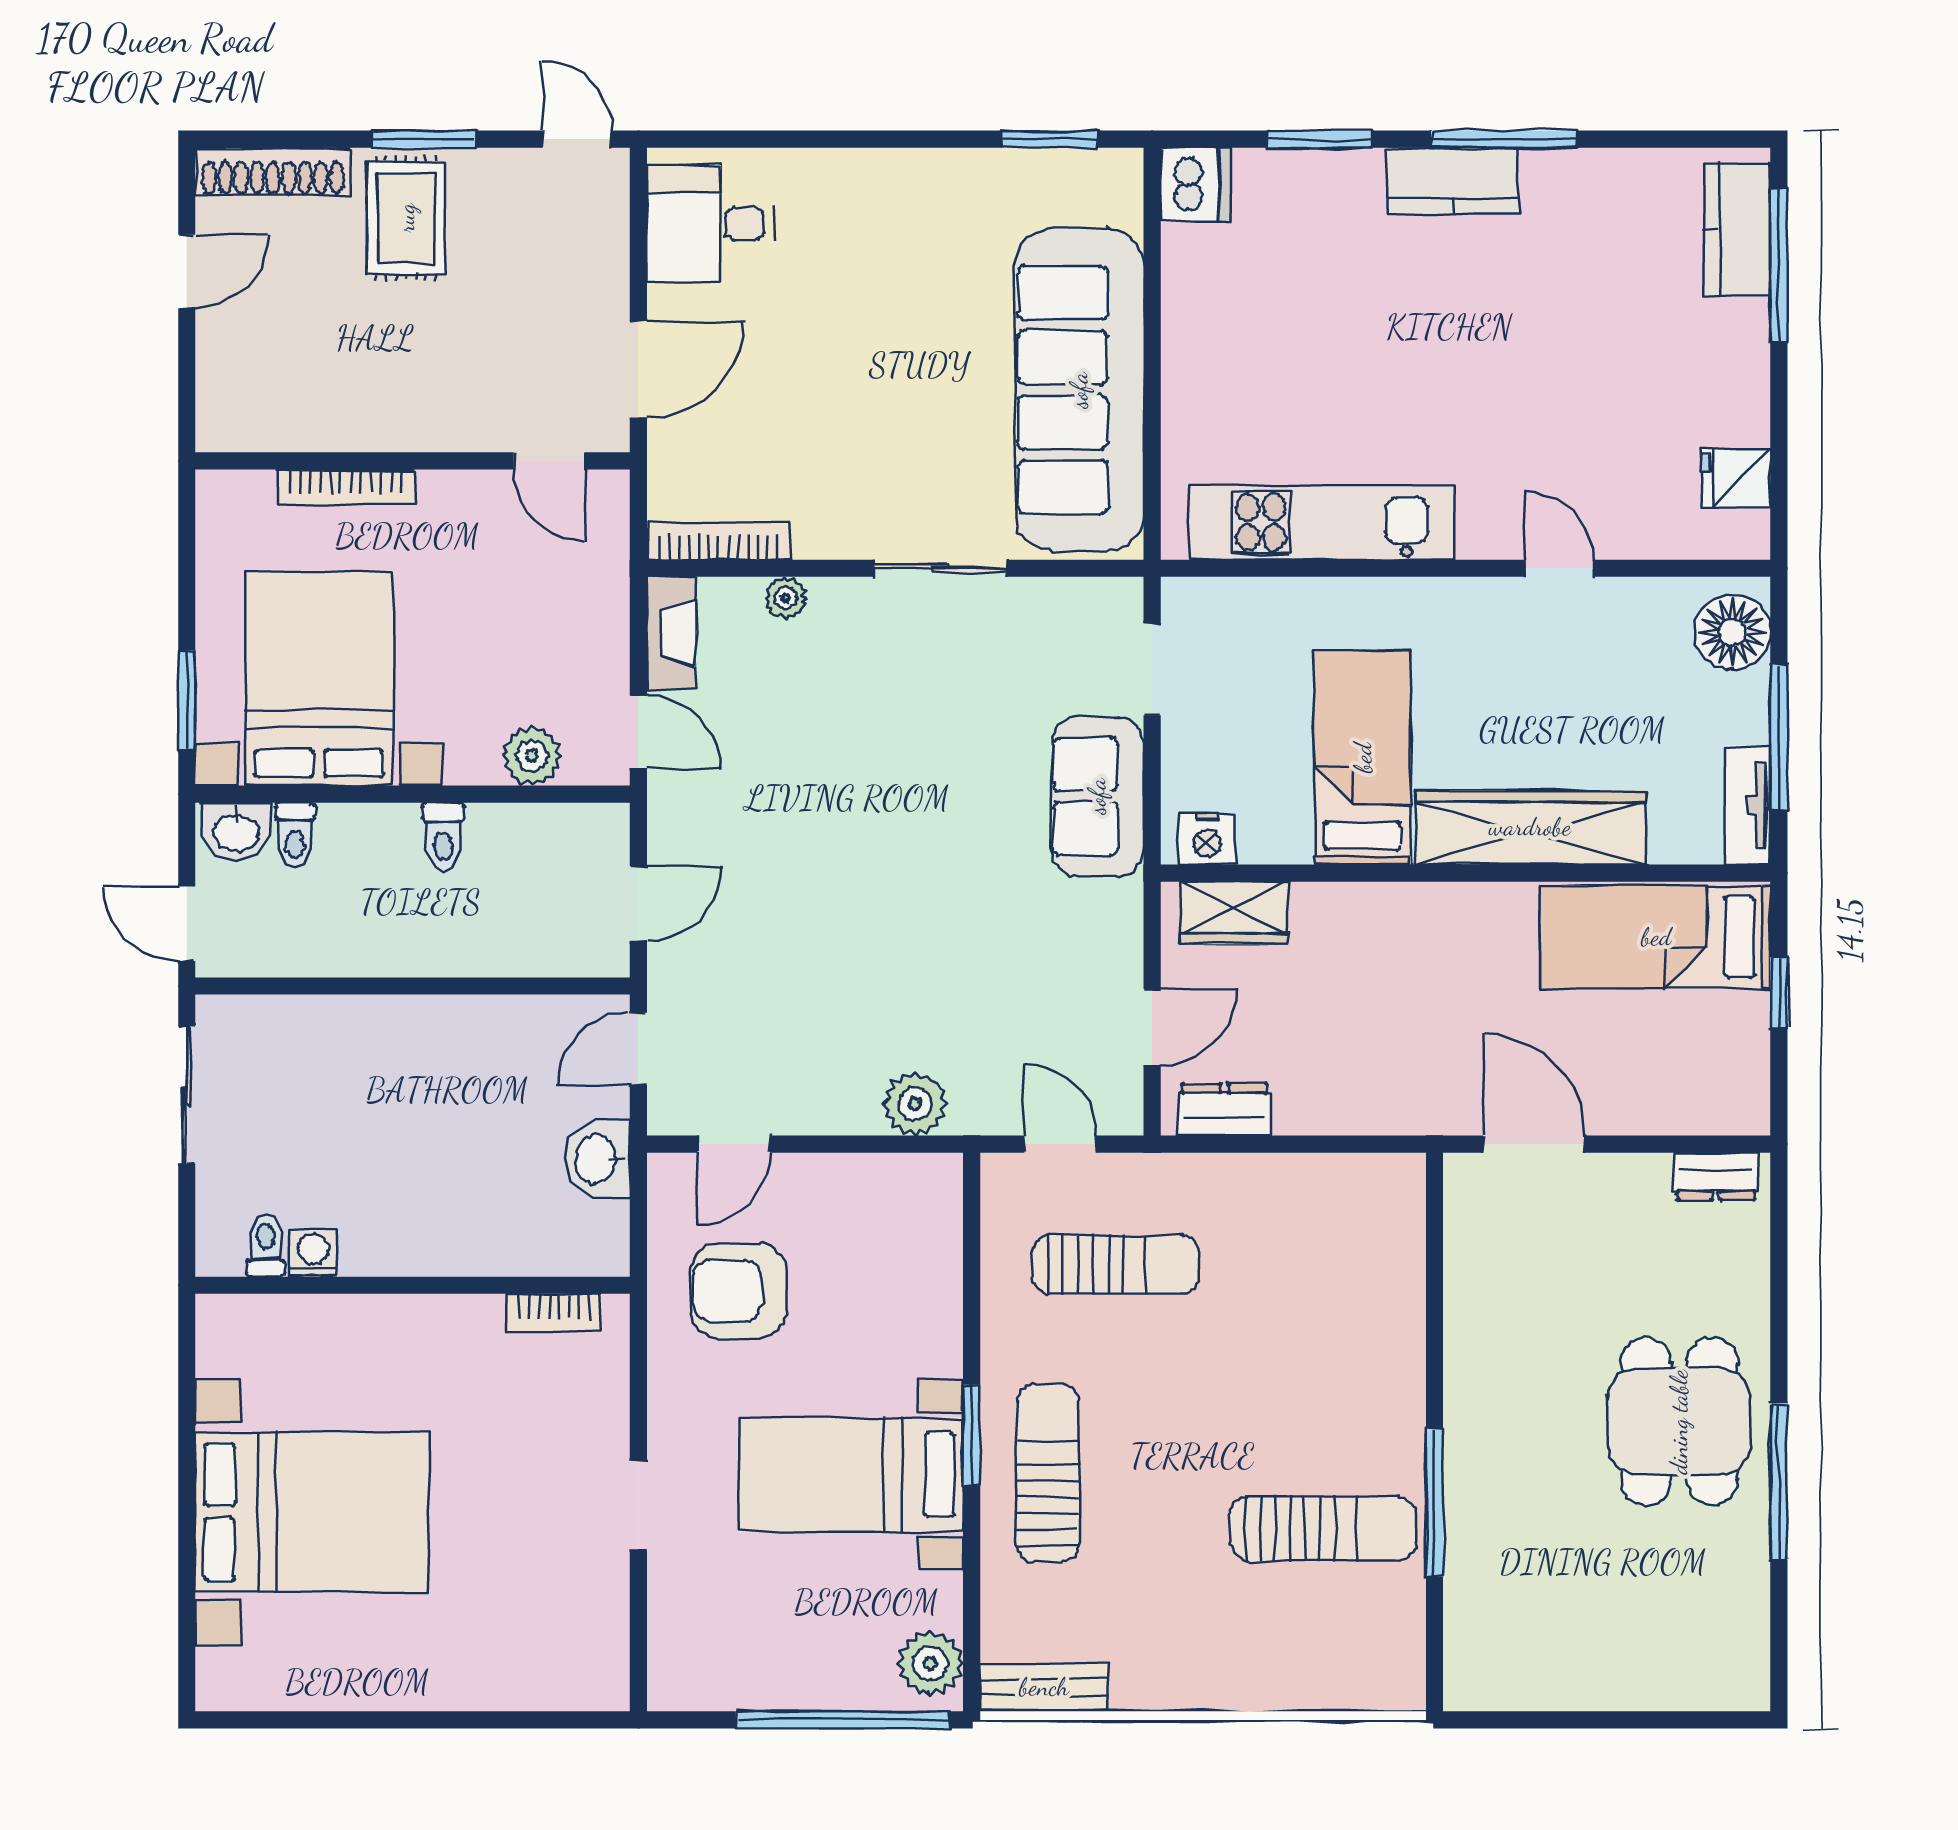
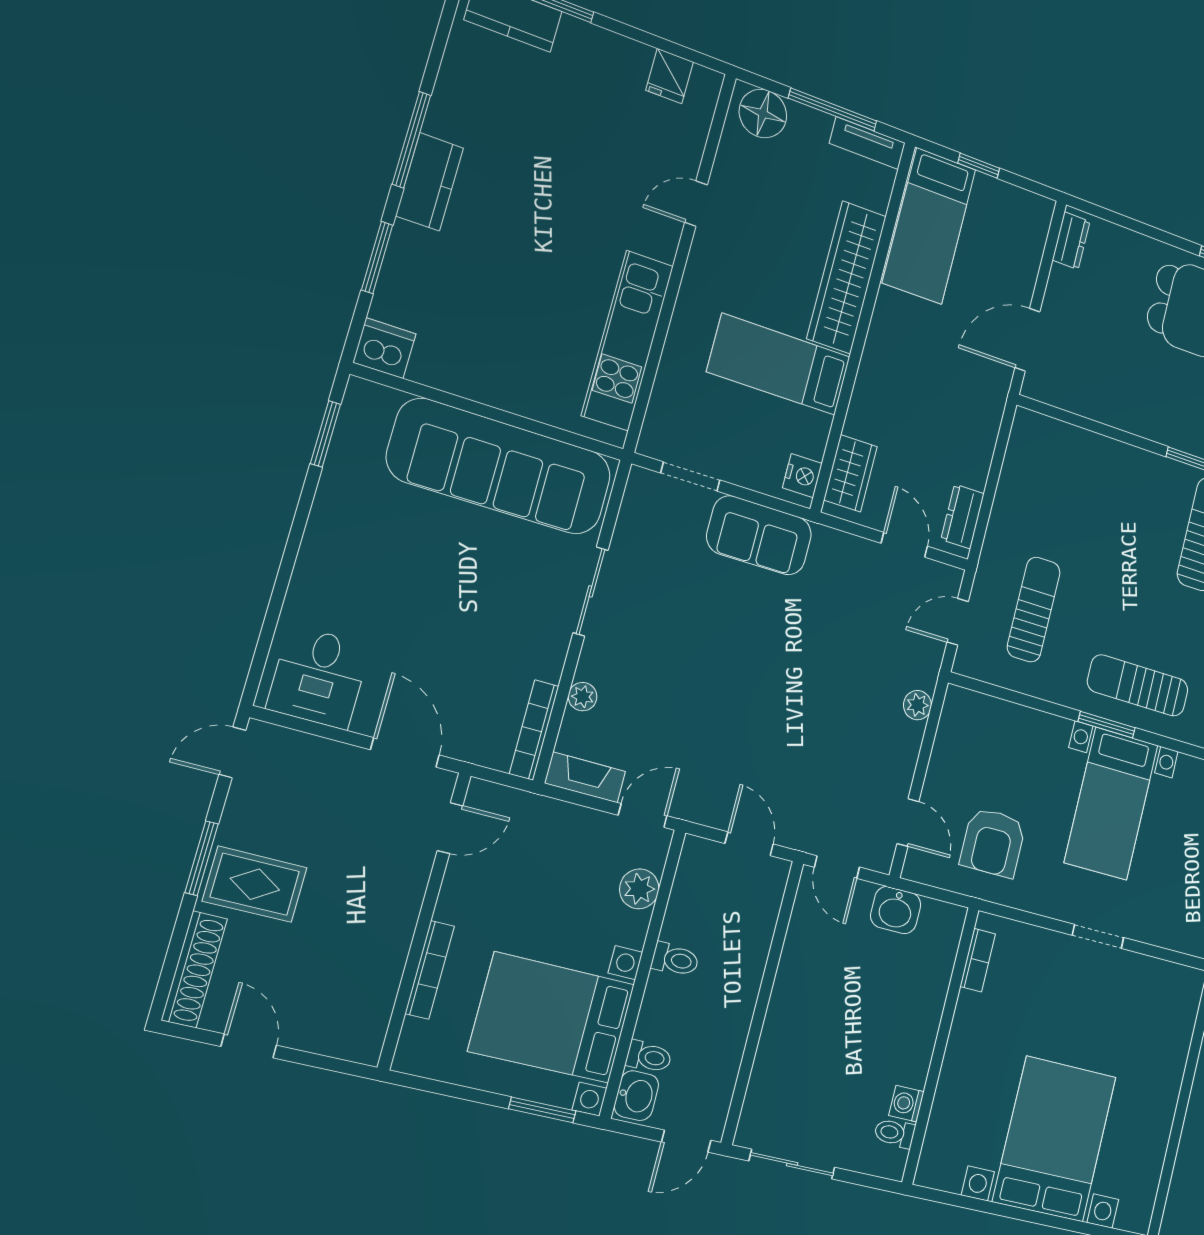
plant: (915, 1104) -> (917, 705), width x0.73, depth x0.73

